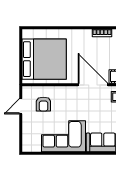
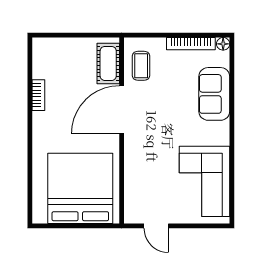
armchair: (43, 104) -> (153, 189), removed
corner sofa: (64, 136) -> (204, 181), moved

